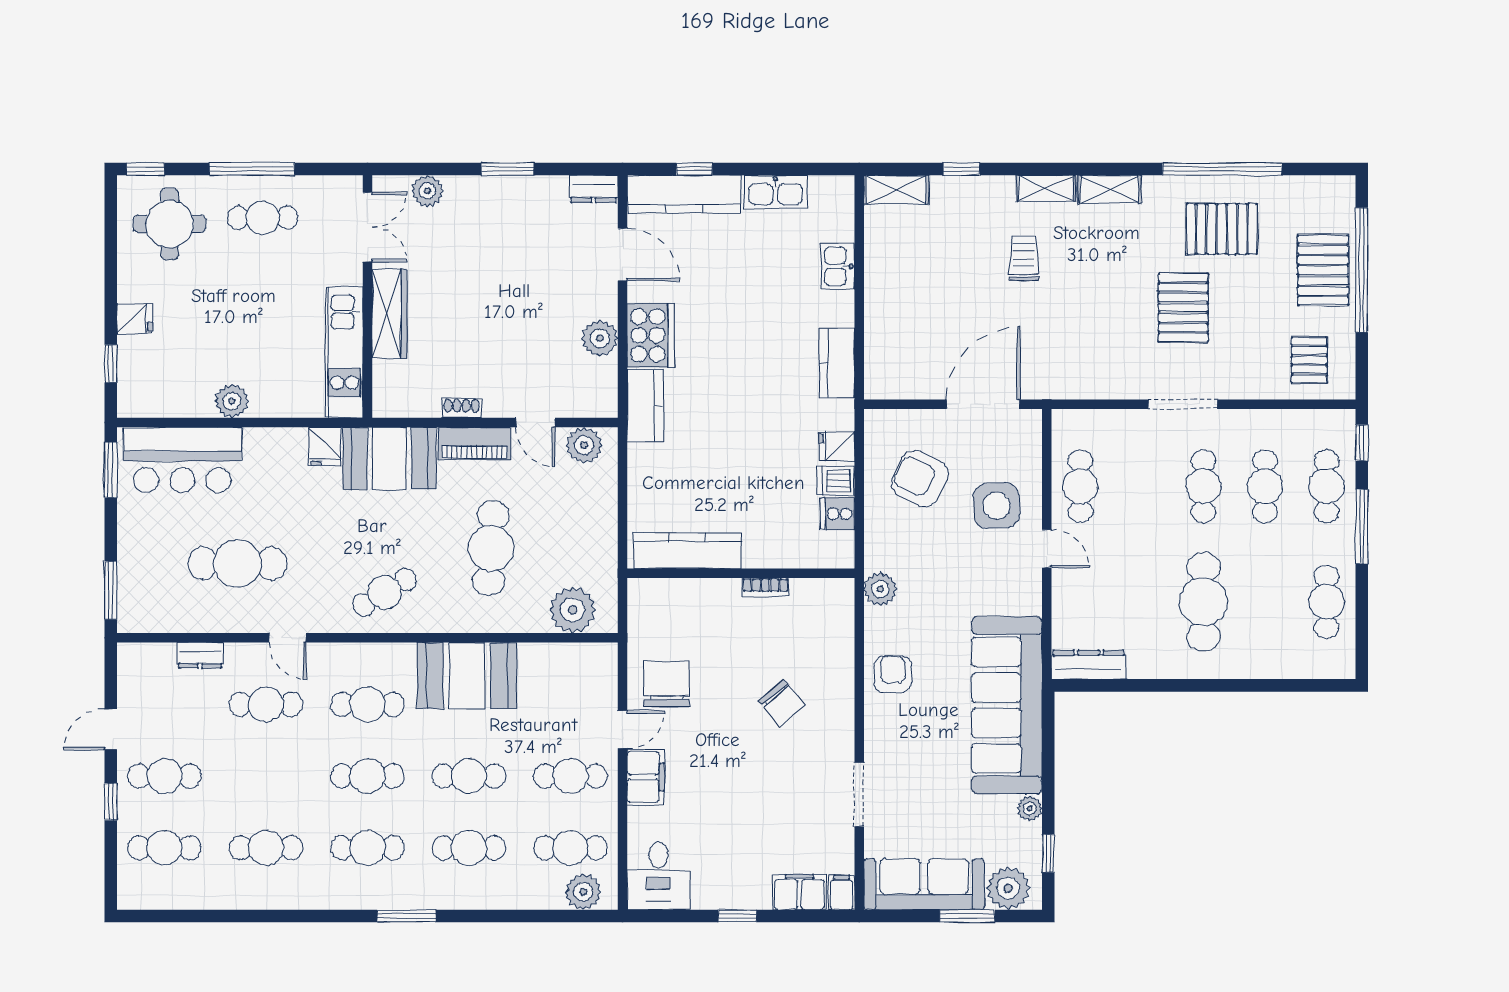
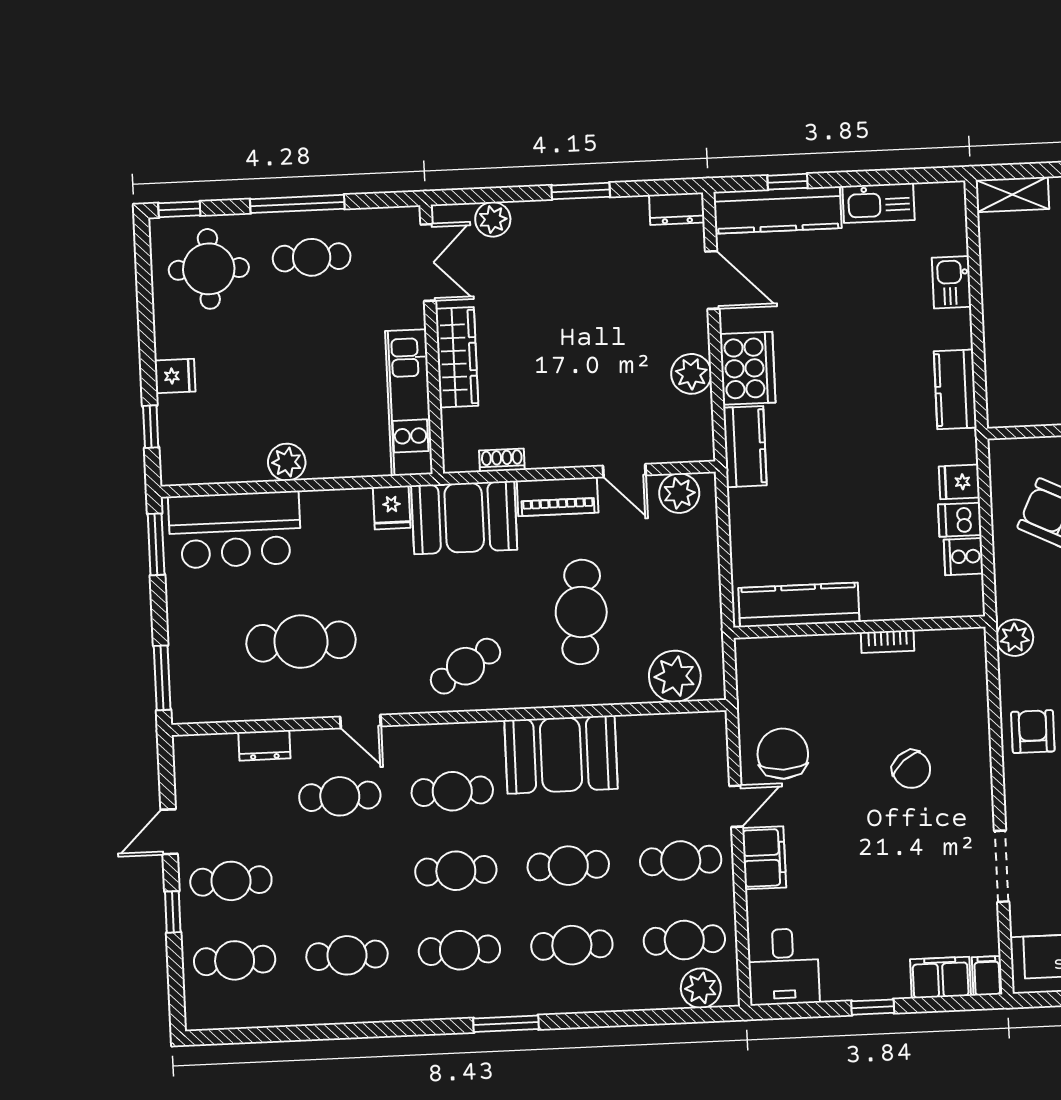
shoe rack: (462, 408) -> (502, 460), moved

